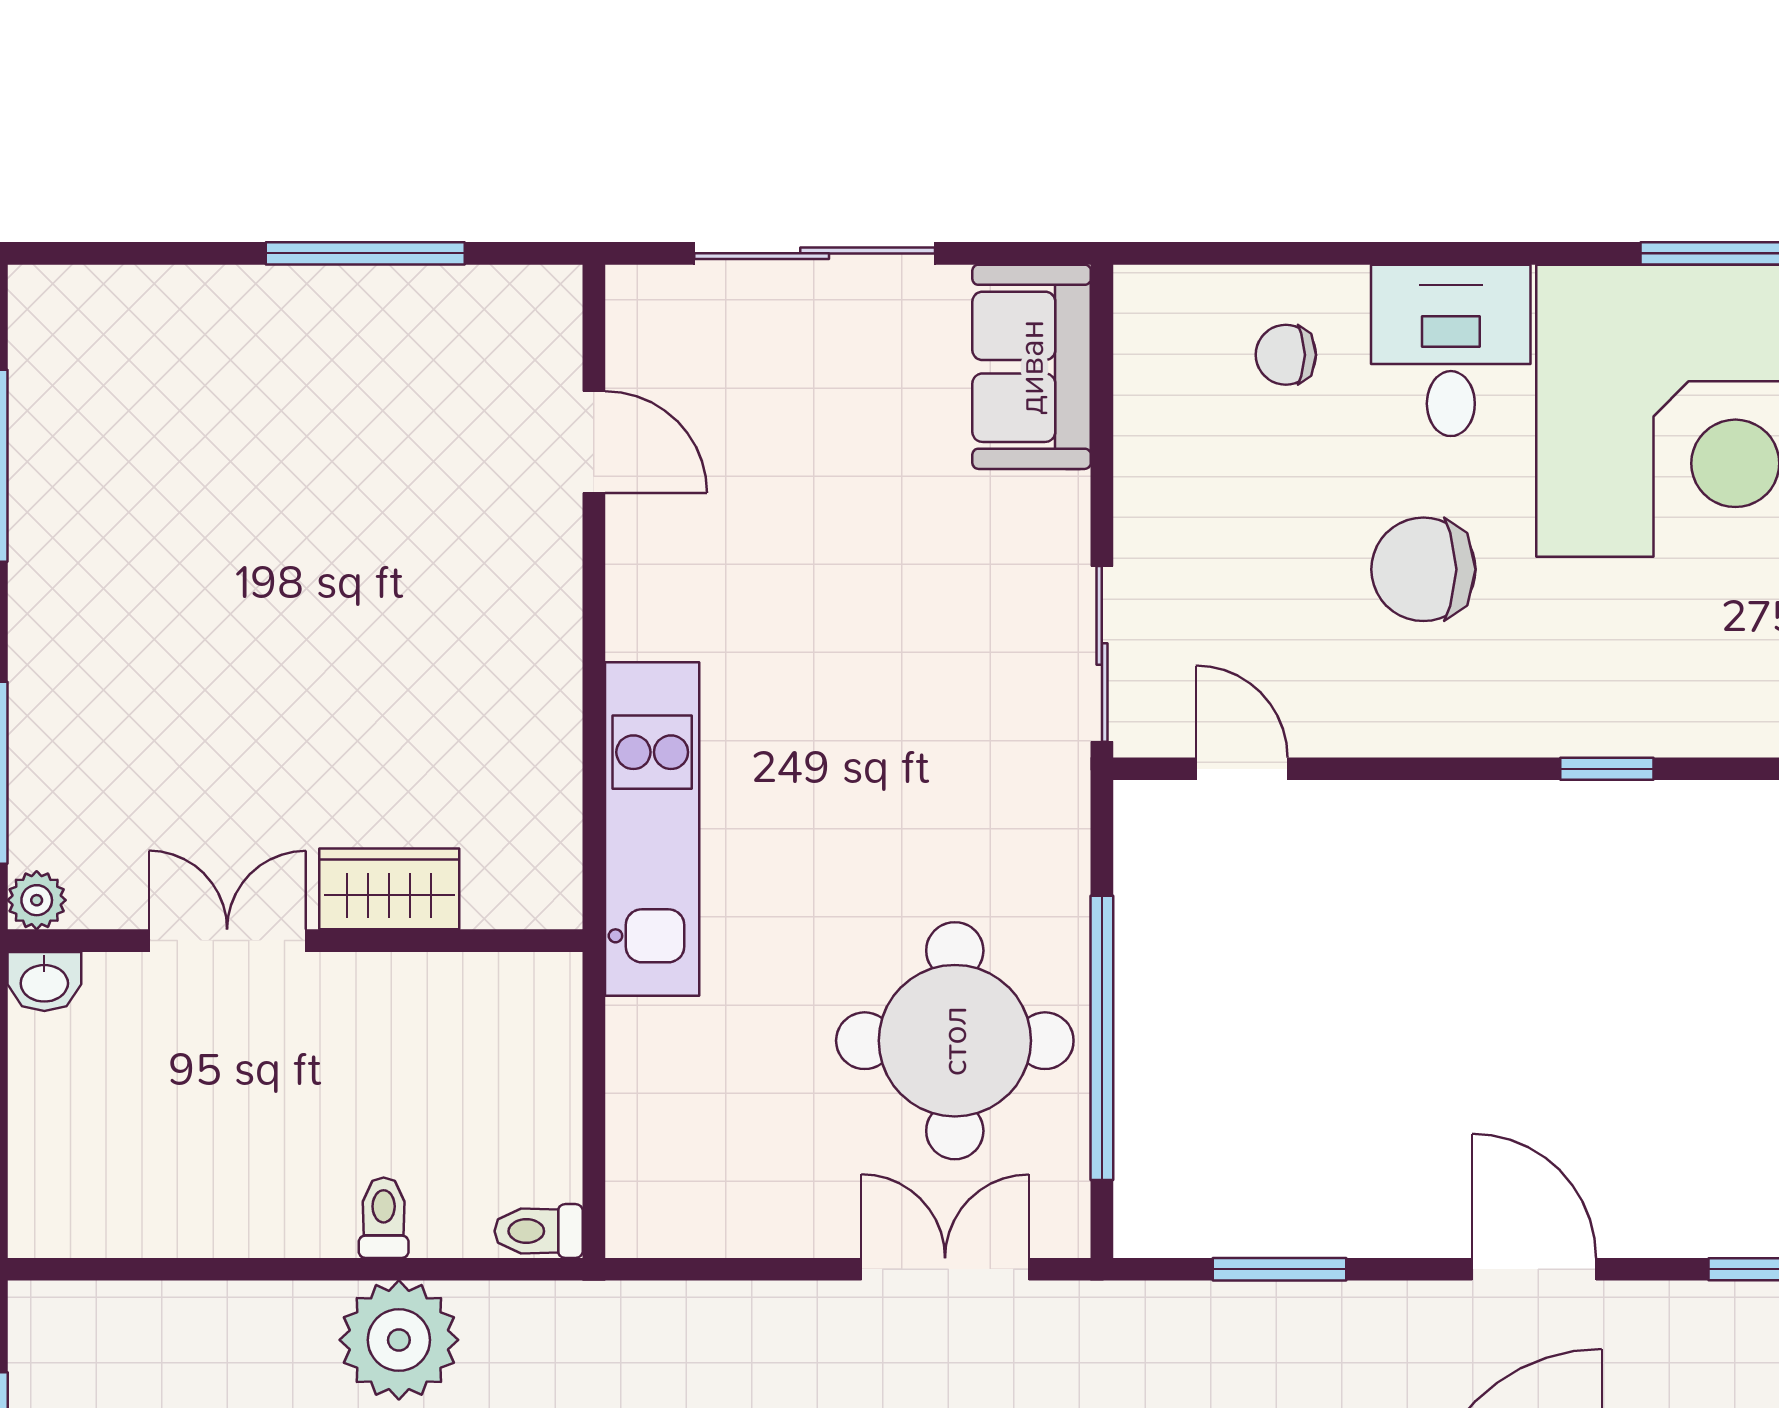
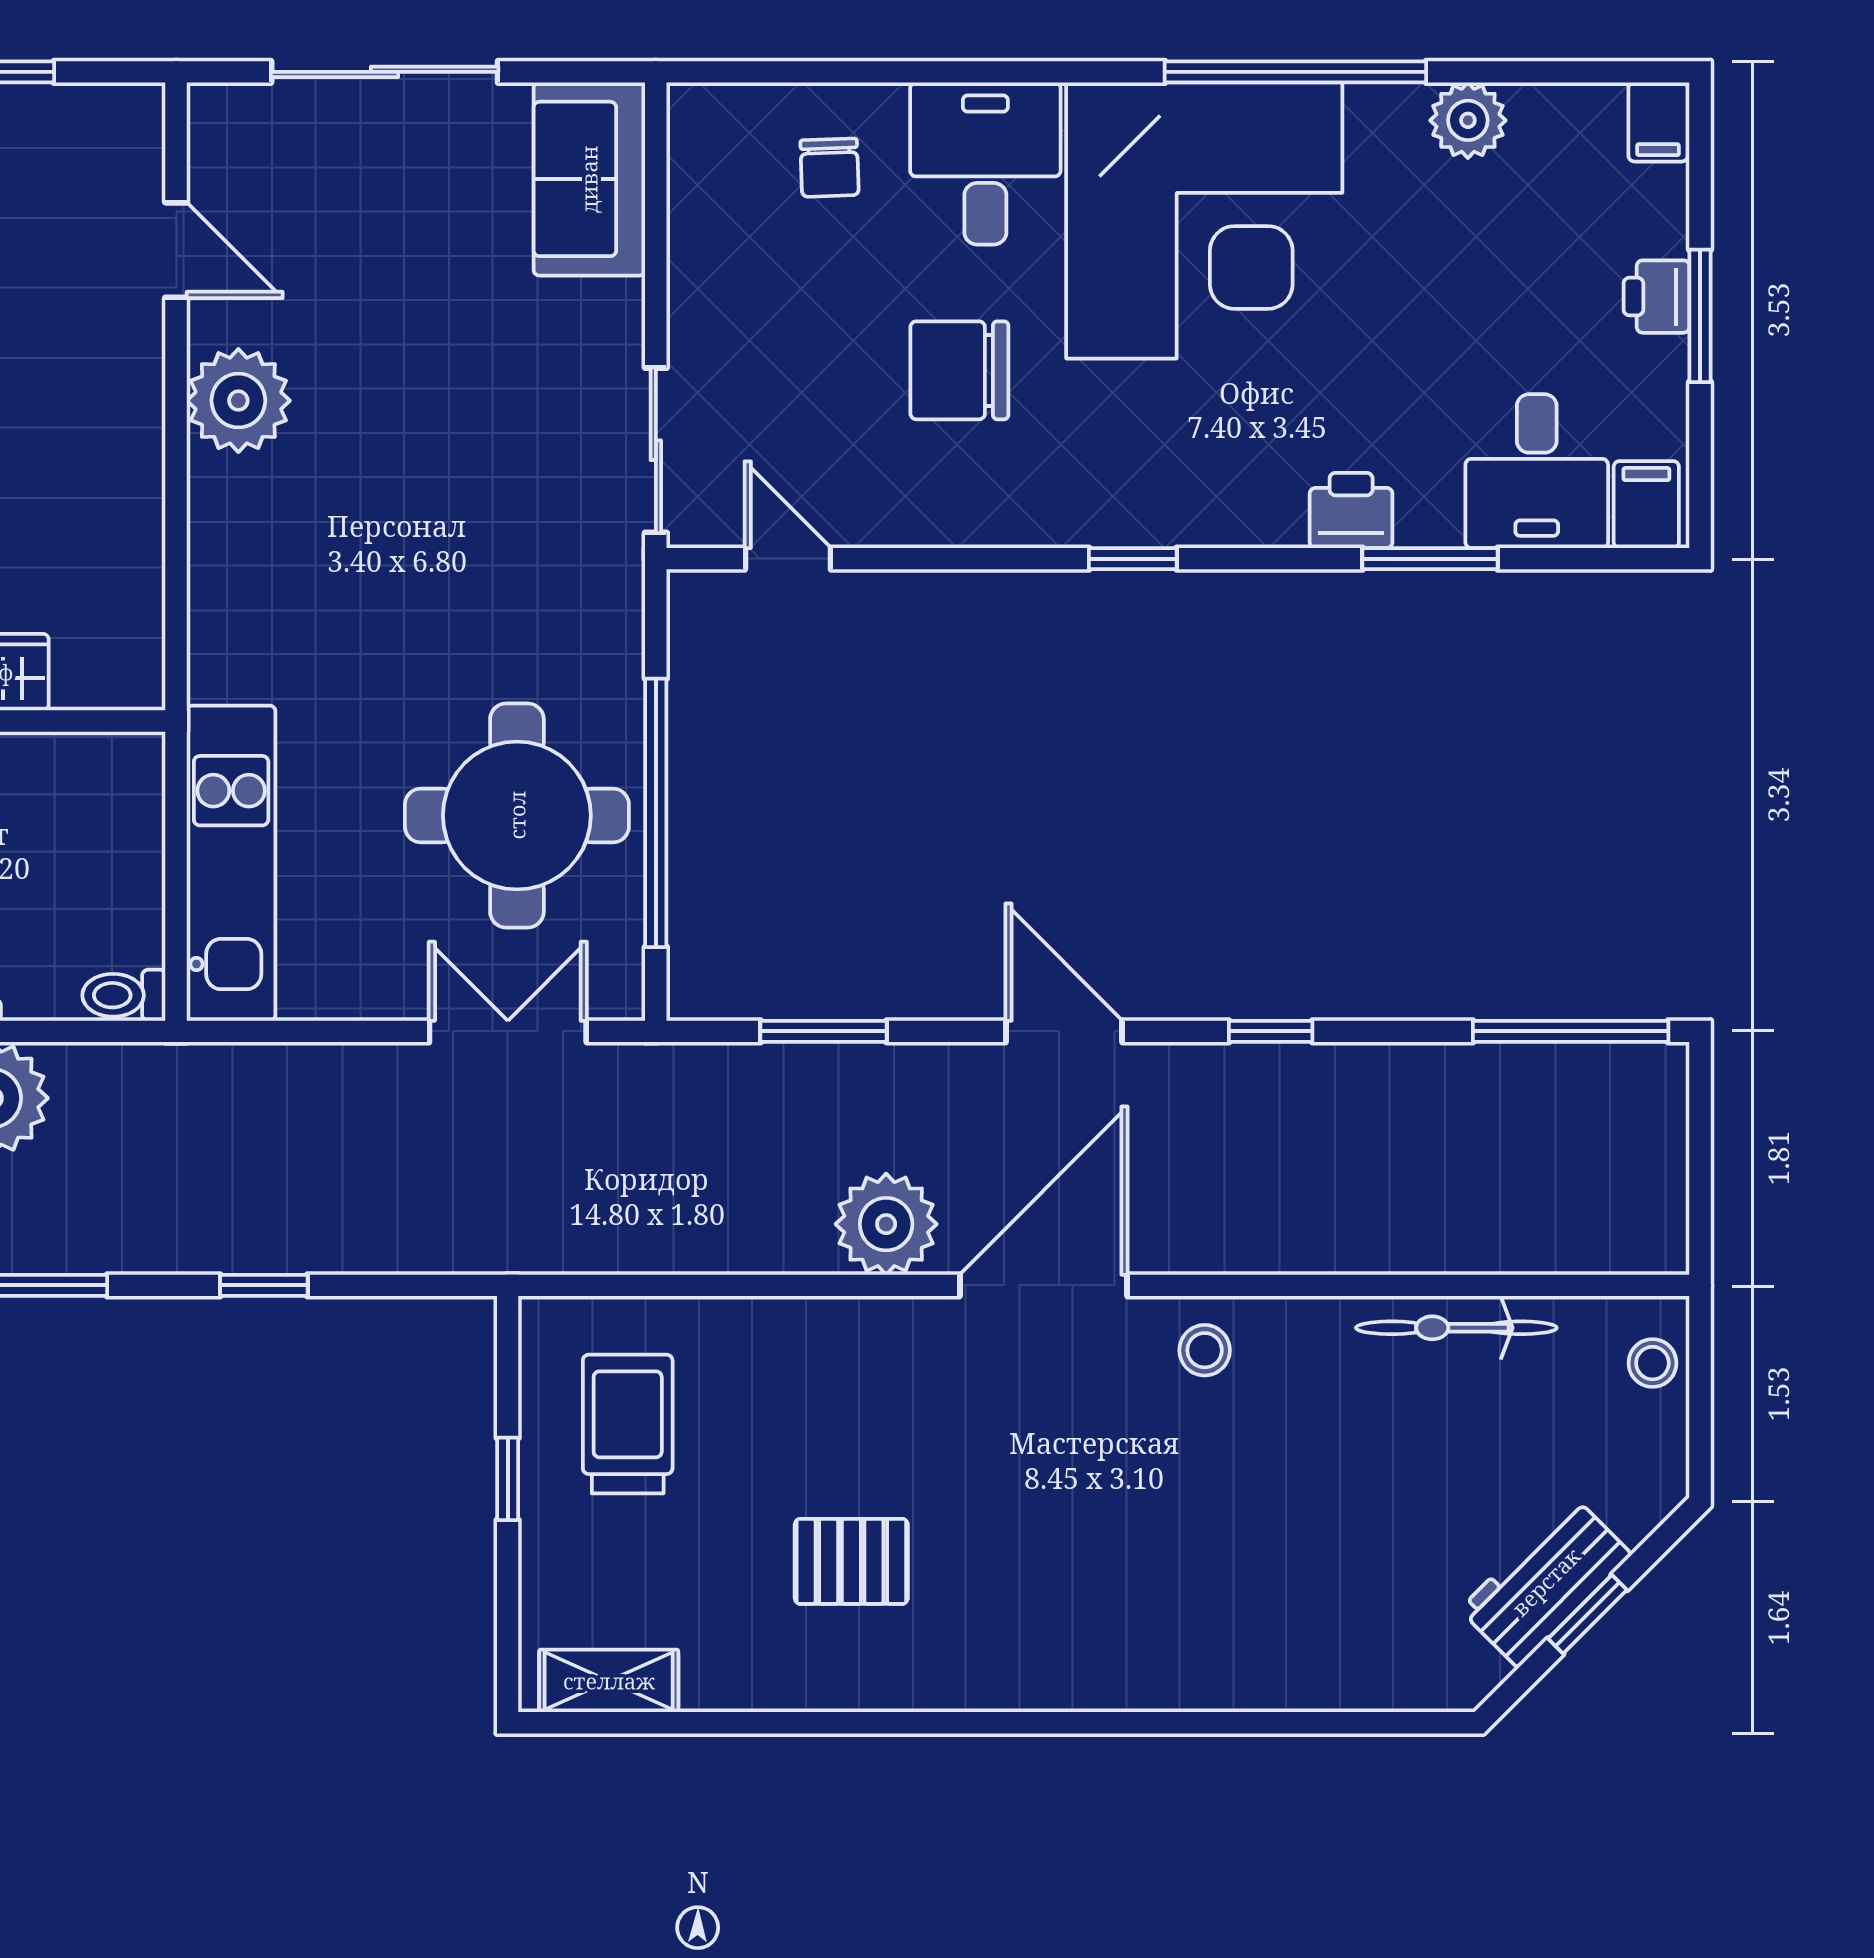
chair: (1286, 355) -> (830, 168), turned -92
plant: (660, 601) -> (238, 401), added
kitchen unit: (652, 829) -> (231, 863), moved

